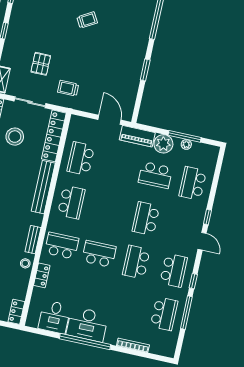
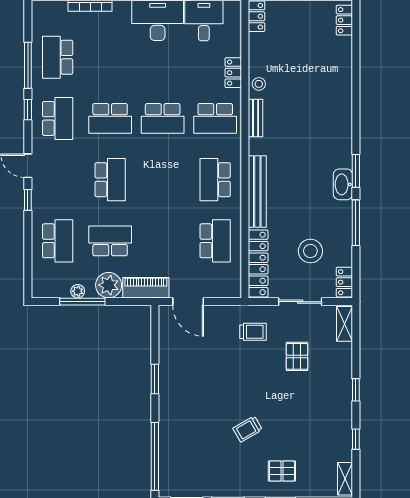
school desk: (136, 262) -> (110, 118), turned 90
school desk: (174, 270) -> (58, 118), turned 180

